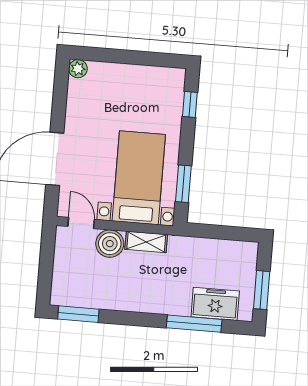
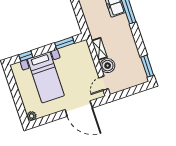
bed with nightstands: (139, 178) -> (46, 77), moved, turned -90

